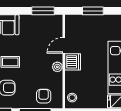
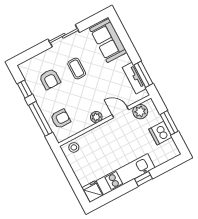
tv unit: (42, 20) -> (134, 78), added
plant: (72, 29) -> (140, 112), added
dishwasher: (73, 62) -> (160, 133), moved, turned 90

